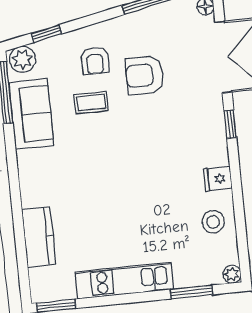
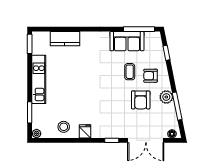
plant: (22, 59) -> (166, 97), moved
armchair: (145, 75) -> (141, 100), turned 180

